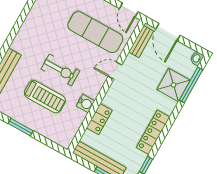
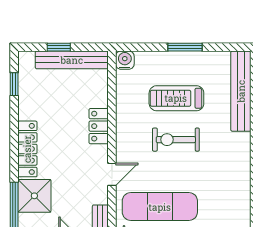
water cooler: (86, 103) -> (125, 60), moved, turned 90
locker: (99, 119) -> (99, 126), moved
locker: (153, 132) -> (27, 149), moved

